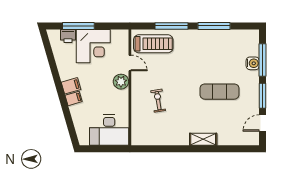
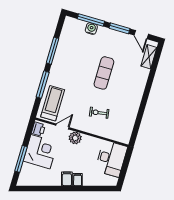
printer: (68, 36) -> (38, 129), moved
exercise mat: (219, 92) -> (104, 73), moved
shelving: (203, 139) -> (149, 57), moved

